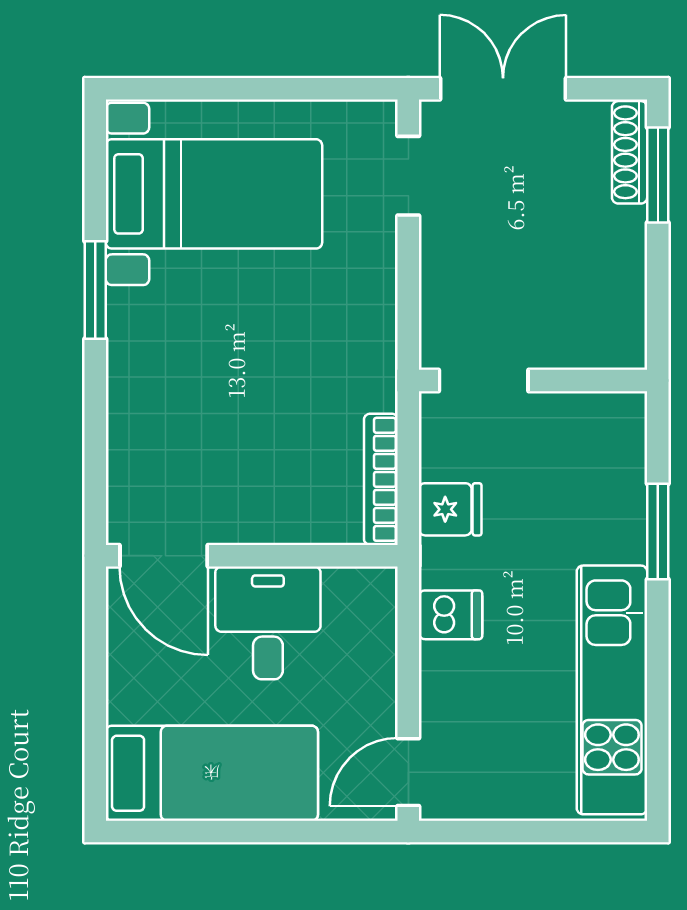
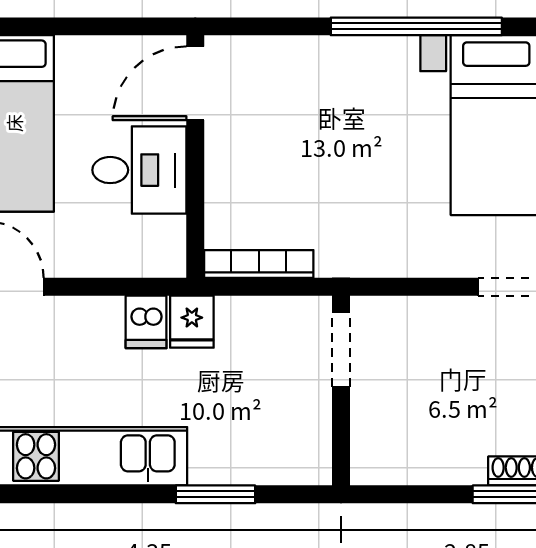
window: (95, 290) -> (416, 26), width x2.11
fridge: (450, 509) -> (192, 322), moved

